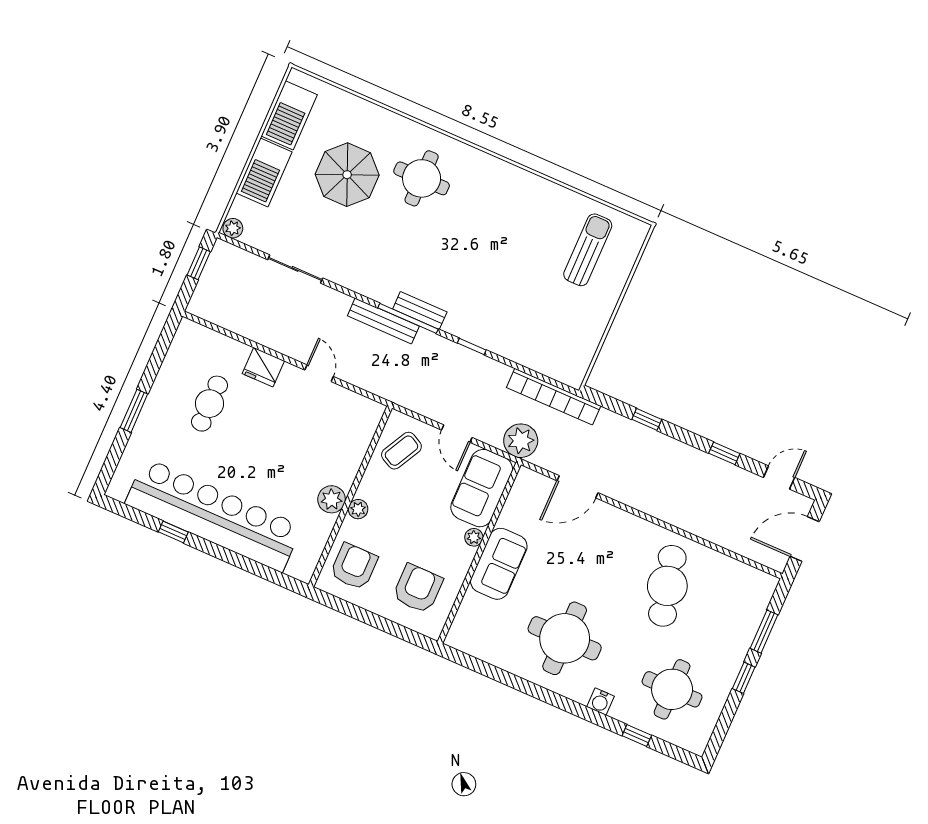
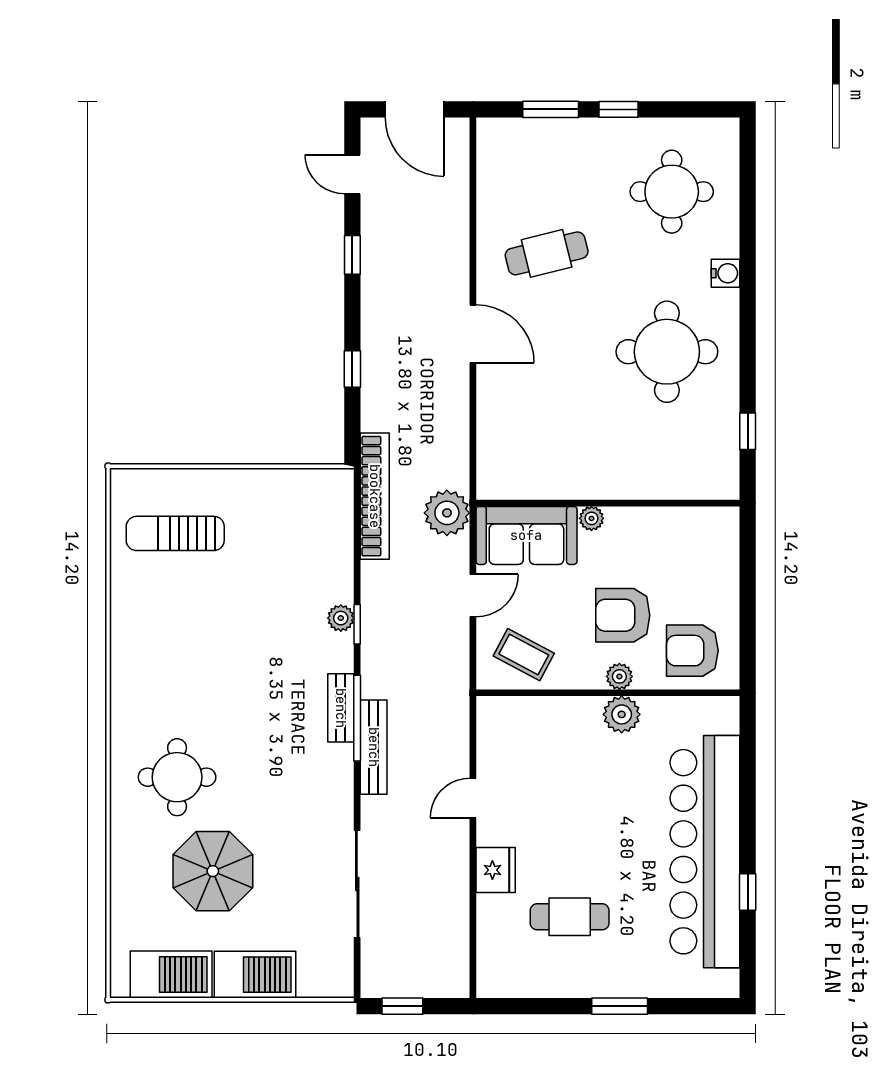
plant: (233, 228) -> (341, 618), moved
sliding door: (295, 269) -> (357, 884), width x1.37
door: (578, 487) -> (473, 334), moved
sofa: (499, 564) -> (611, 473), removed
cafe table: (667, 586) -> (547, 253), width x0.73, depth x0.74
armchair: (418, 589) -> (623, 615), moved
window: (637, 736) -> (748, 431), moved

